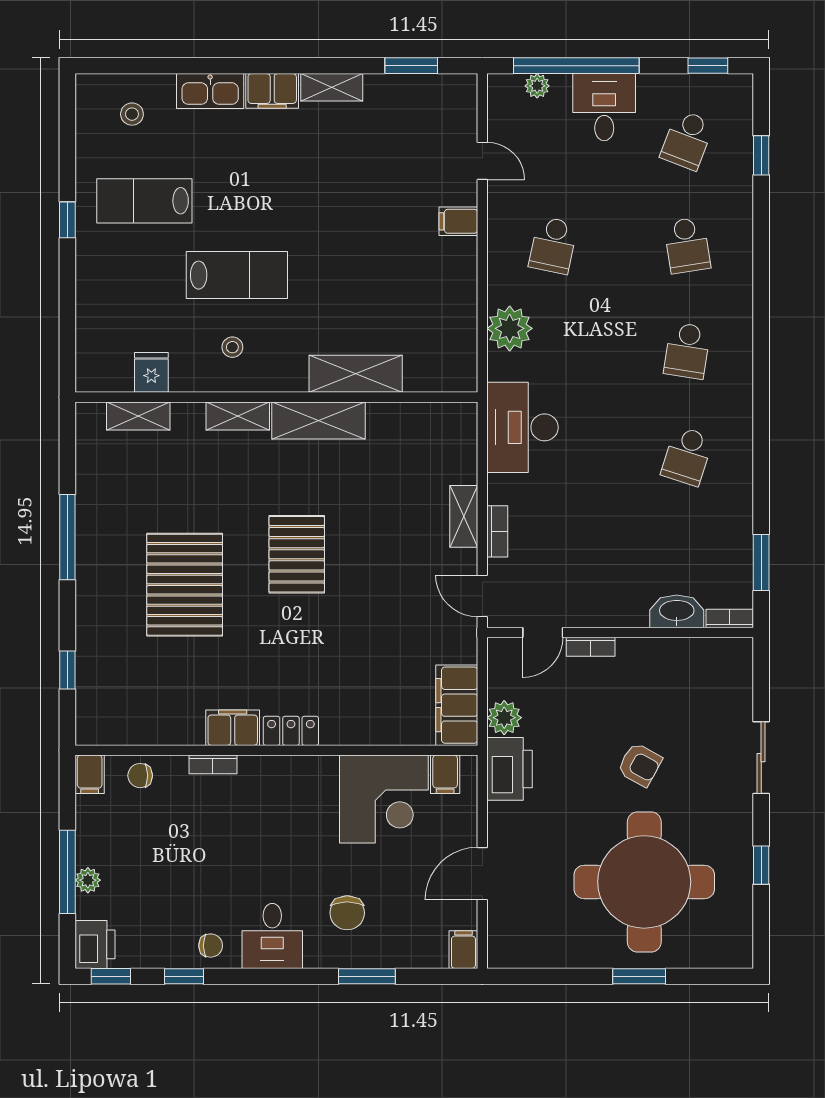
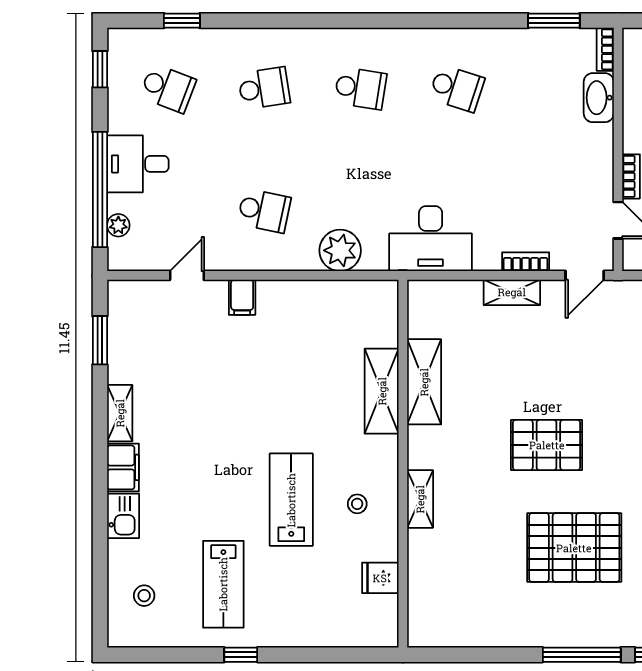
kitchen sink: (210, 91) -> (123, 516), width x0.73
shelving: (138, 416) -> (420, 590), removed
shelving: (318, 420) -> (424, 382), moved
window: (67, 537) -> (582, 655), moved

